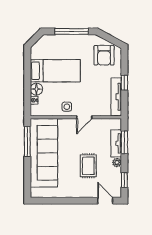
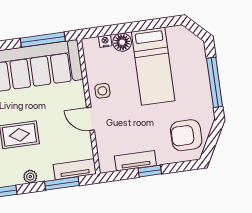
tv unit: (116, 97) -> (135, 161), width x0.71
tv unit: (116, 143) -> (74, 169), moved

